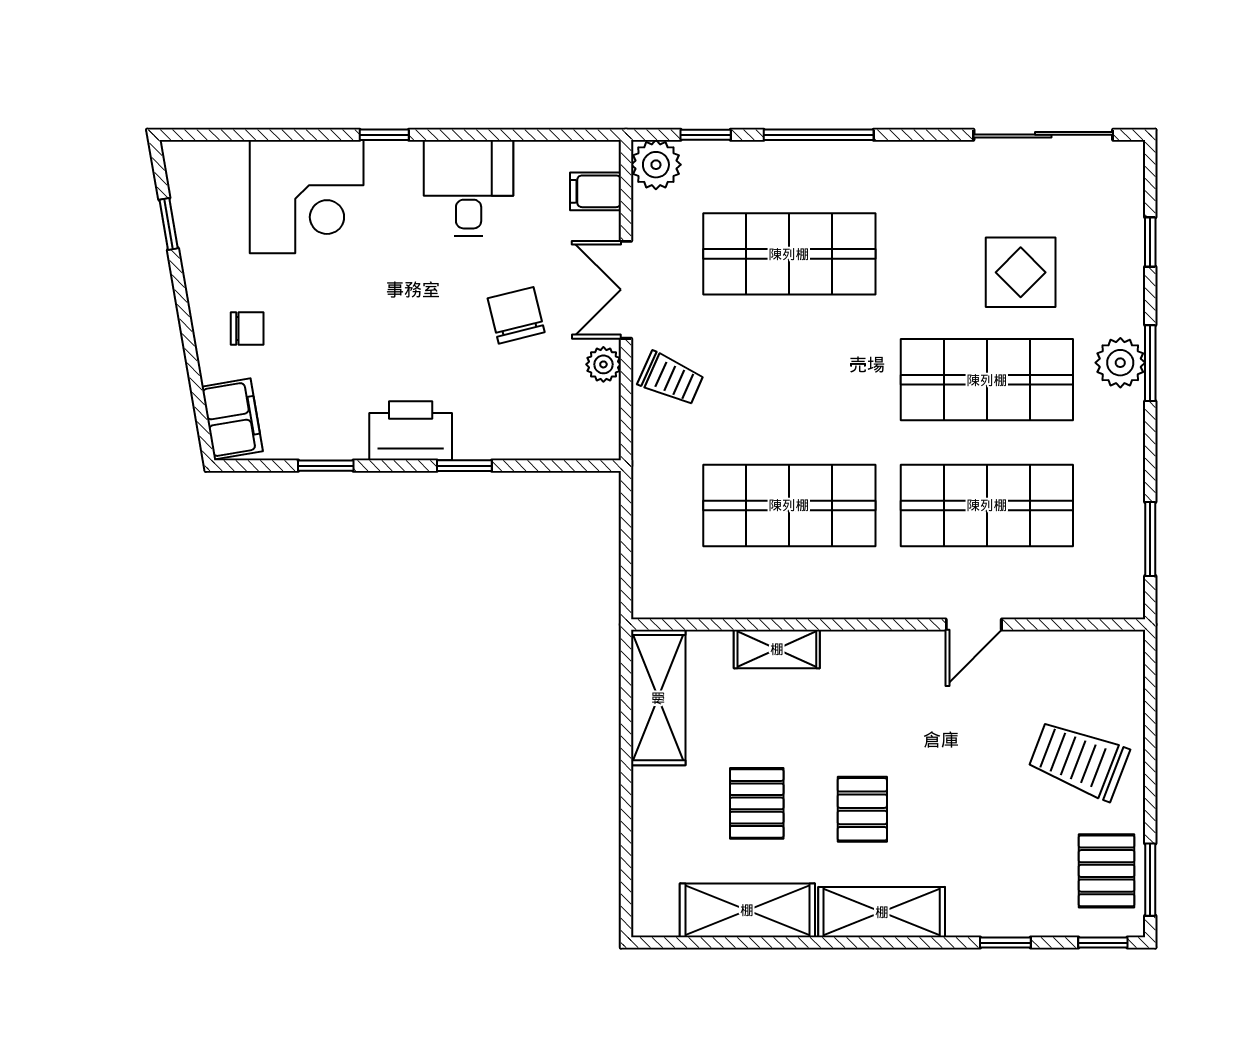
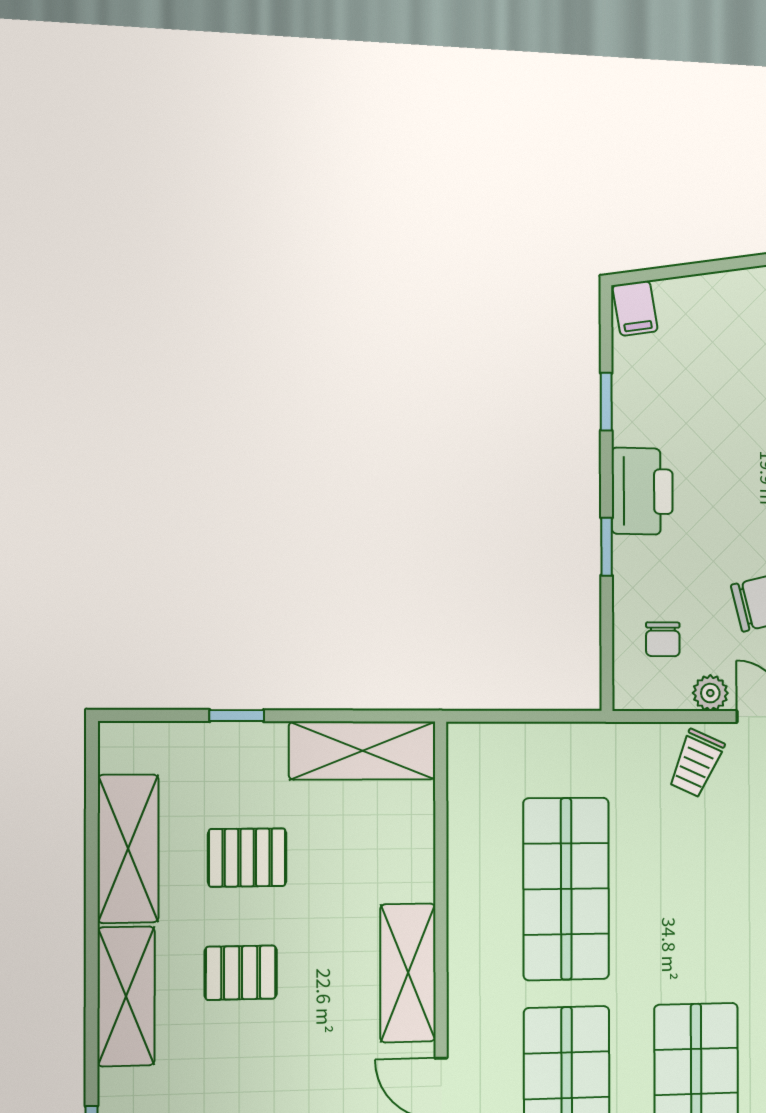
chair: (247, 329) -> (663, 639), moved
filing cabinet: (232, 419) -> (635, 308), width x0.50
shelving: (777, 649) -> (408, 973), moved, width x1.50, depth x1.33
window: (626, 813) -> (237, 716), added

